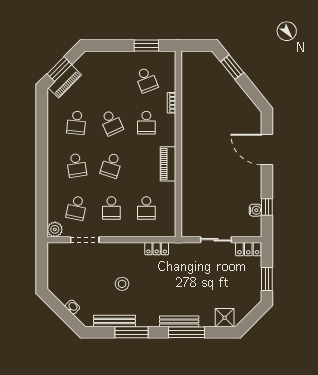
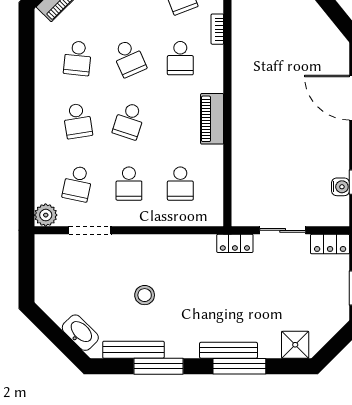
locker: (157, 249) -> (235, 243), moved
washbasin: (72, 307) -> (80, 333), width x1.91, depth x1.45

